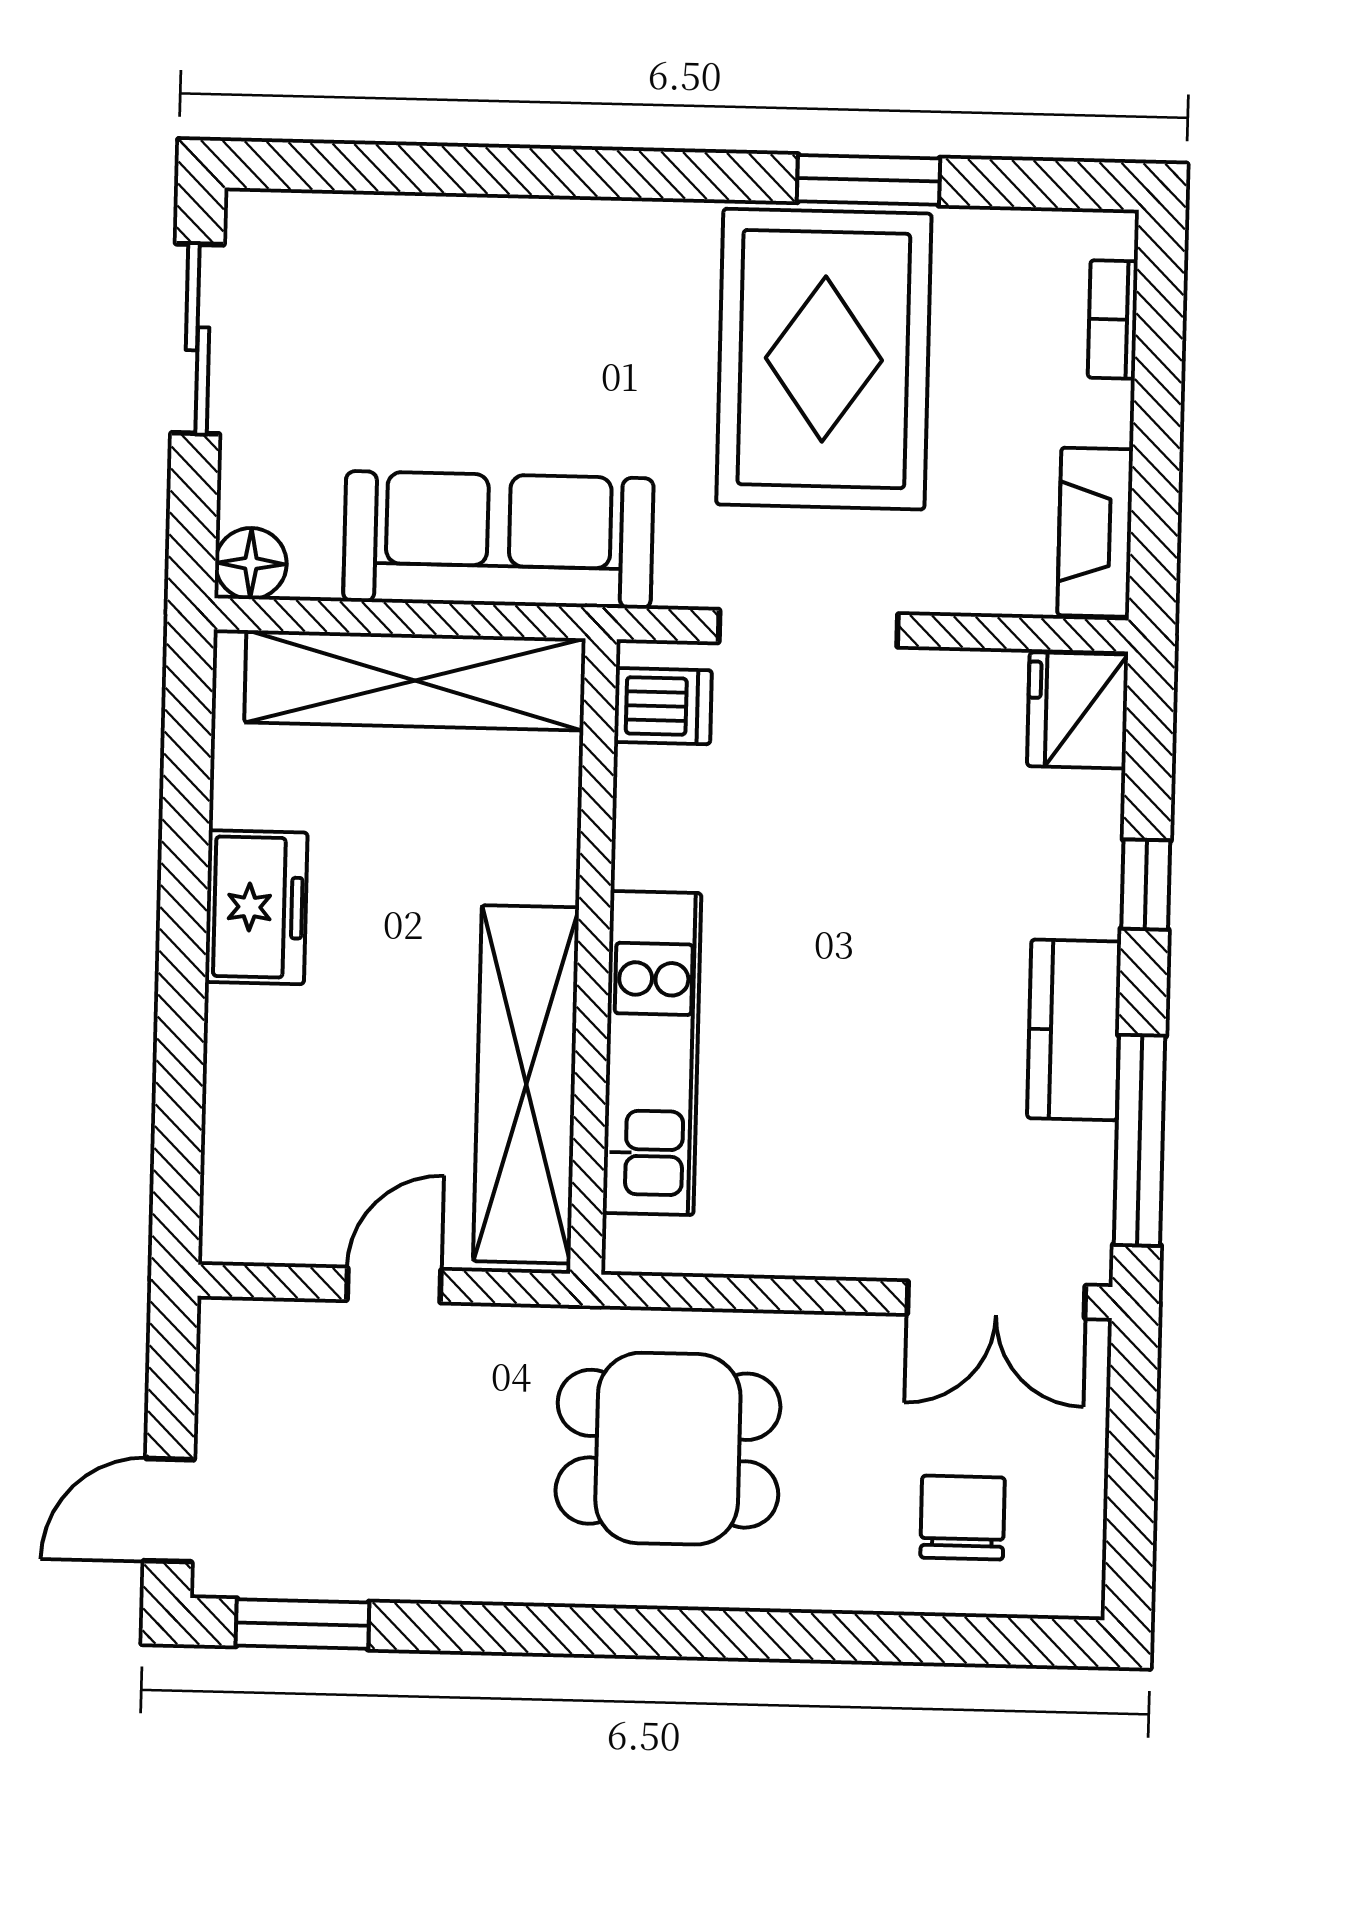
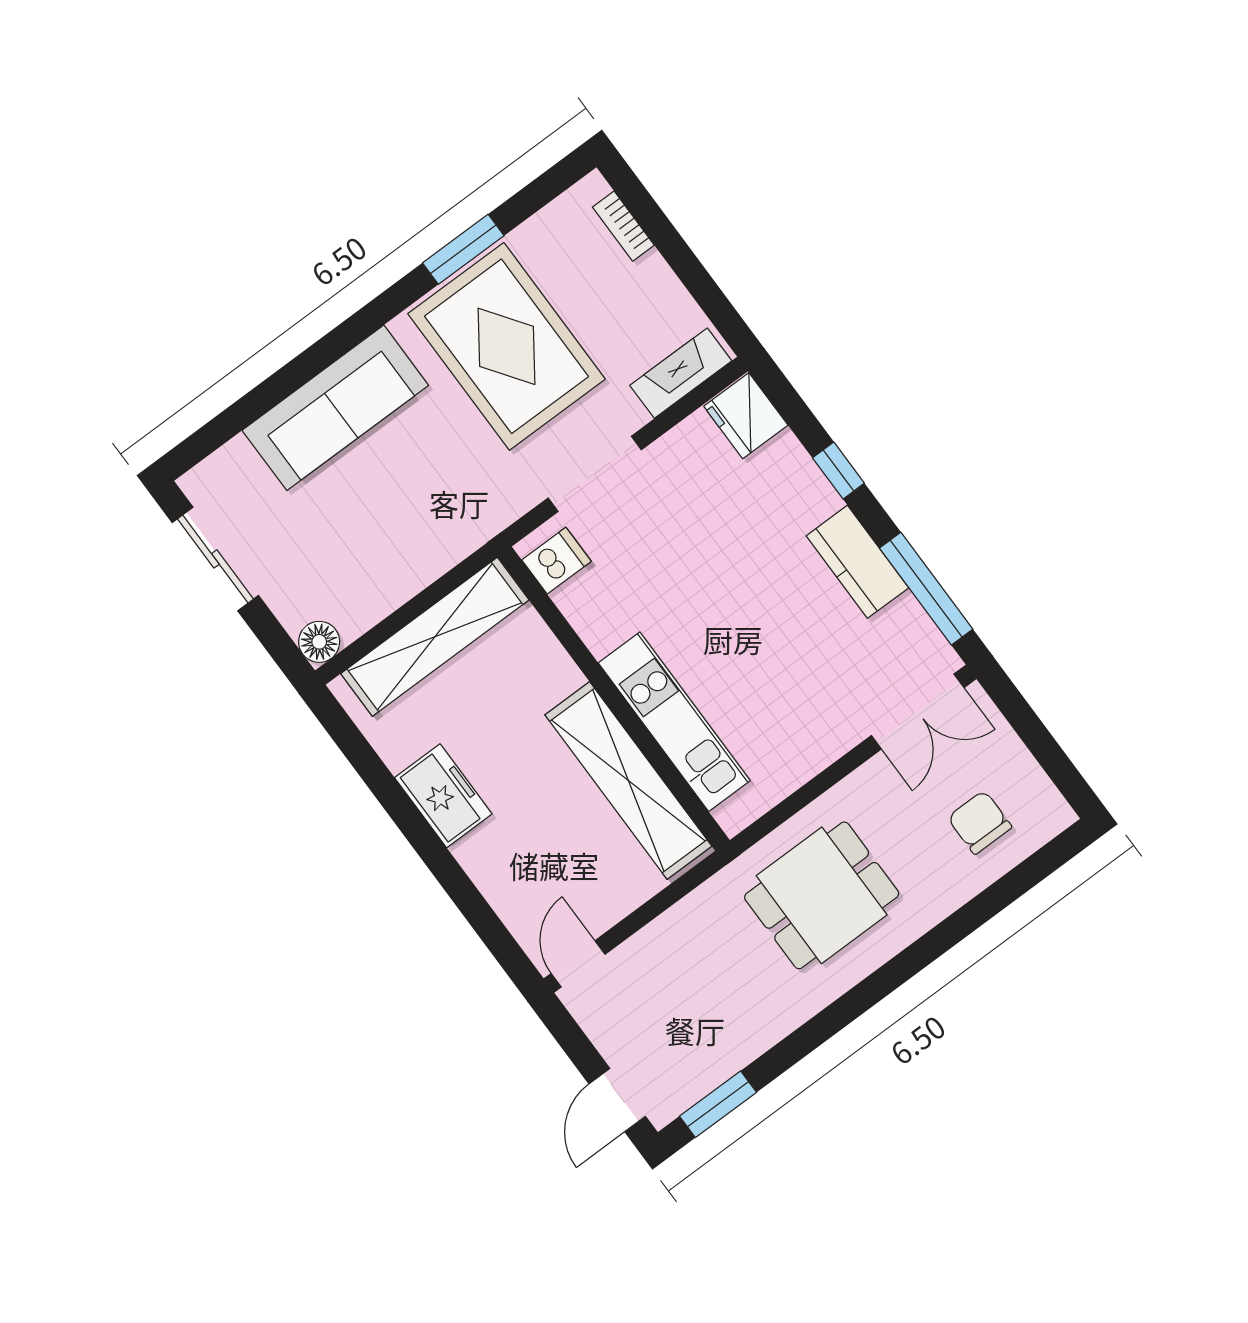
fireplace: (1095, 532) -> (681, 373), moved, turned 90
sofa: (498, 540) -> (335, 408), moved, turned 180
door: (394, 1285) -> (578, 964), moved

